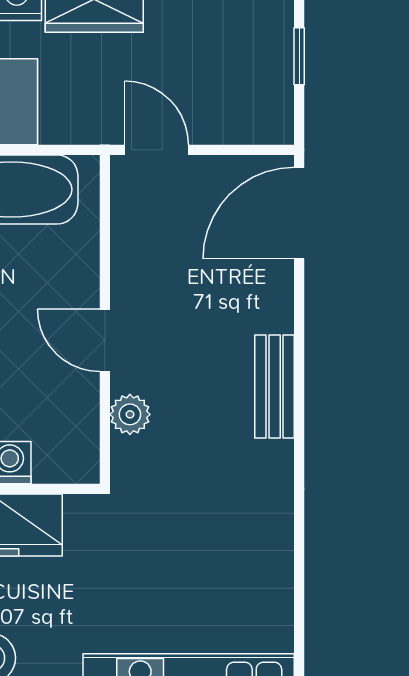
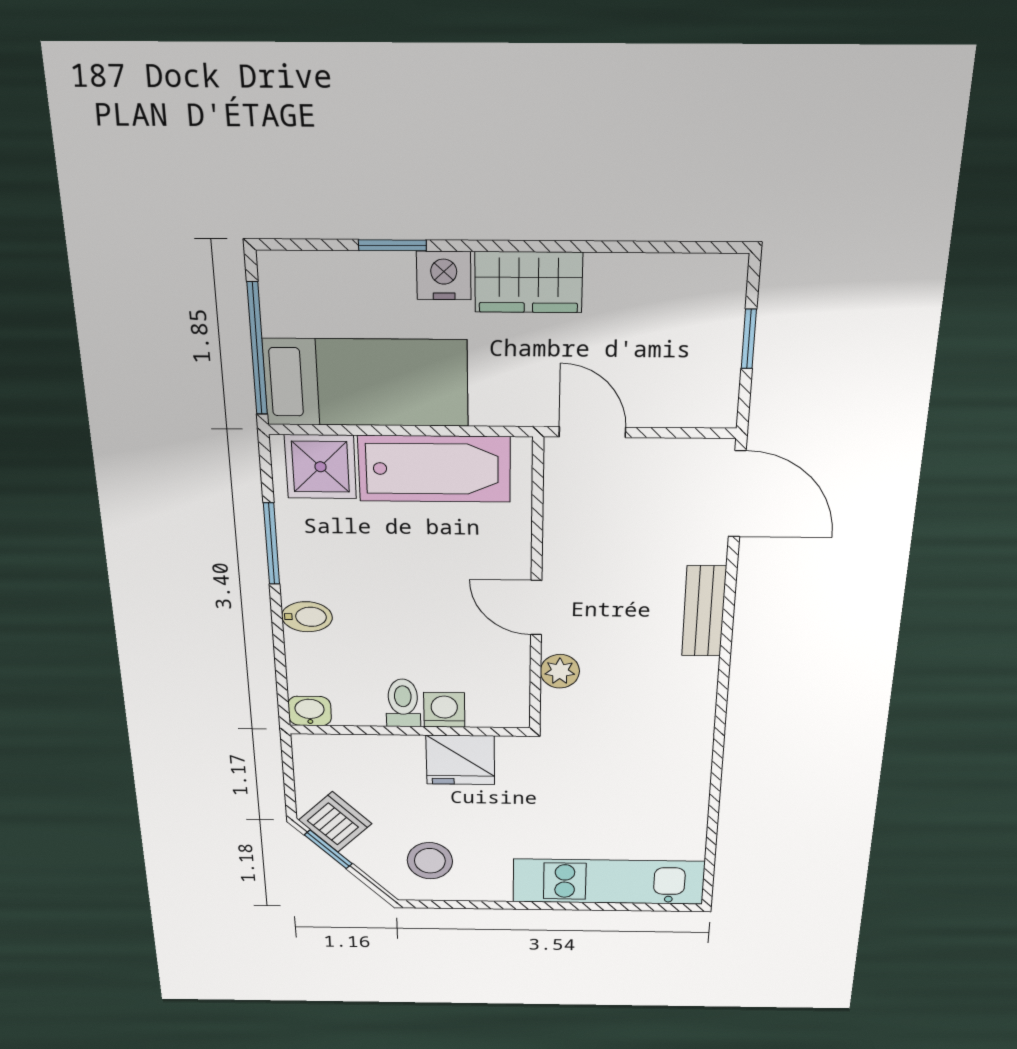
door: (299, 213) -> (737, 494), swing flipped
bench: (275, 387) -> (704, 611), moved

